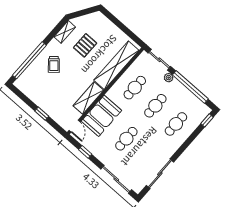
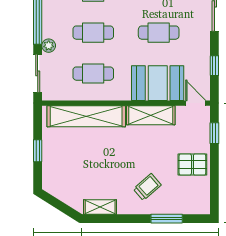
window: (121, 25) -> (38, 151), added
pallet: (85, 45) -> (192, 165), moved
window: (29, 60) -> (167, 219), width x0.47
window: (42, 114) -> (214, 133), moved
door: (75, 126) -> (196, 103), hinge flipped

